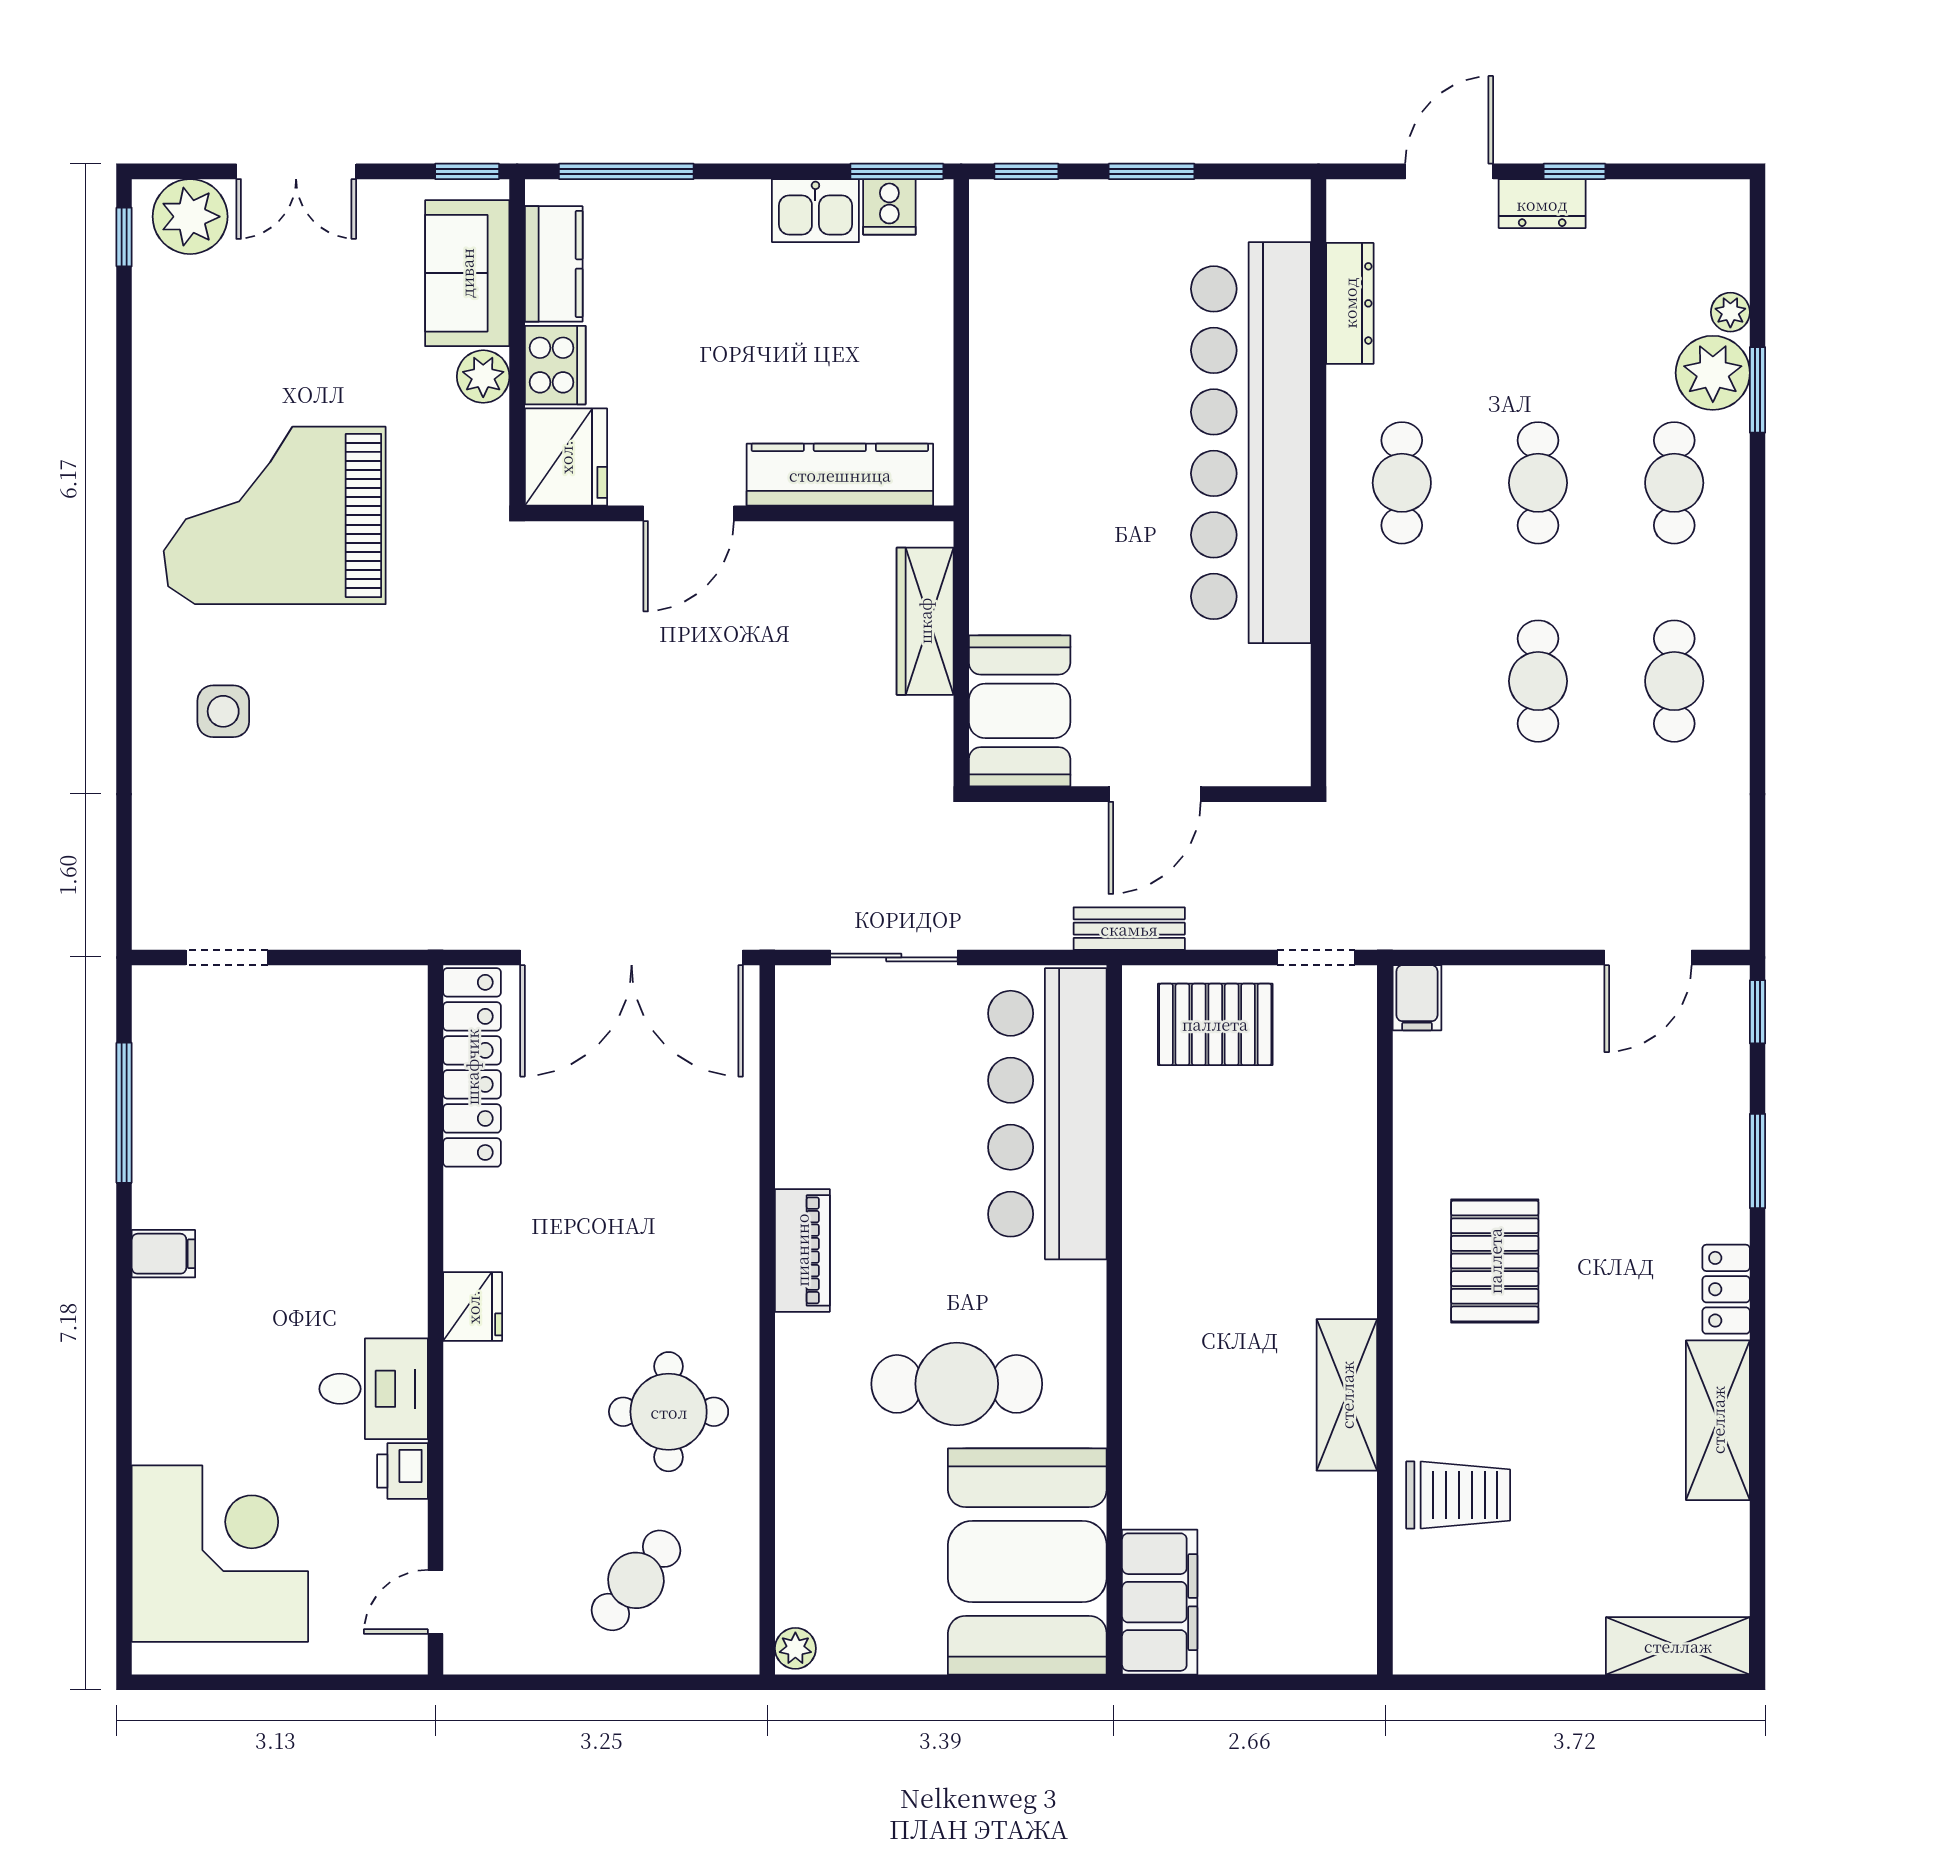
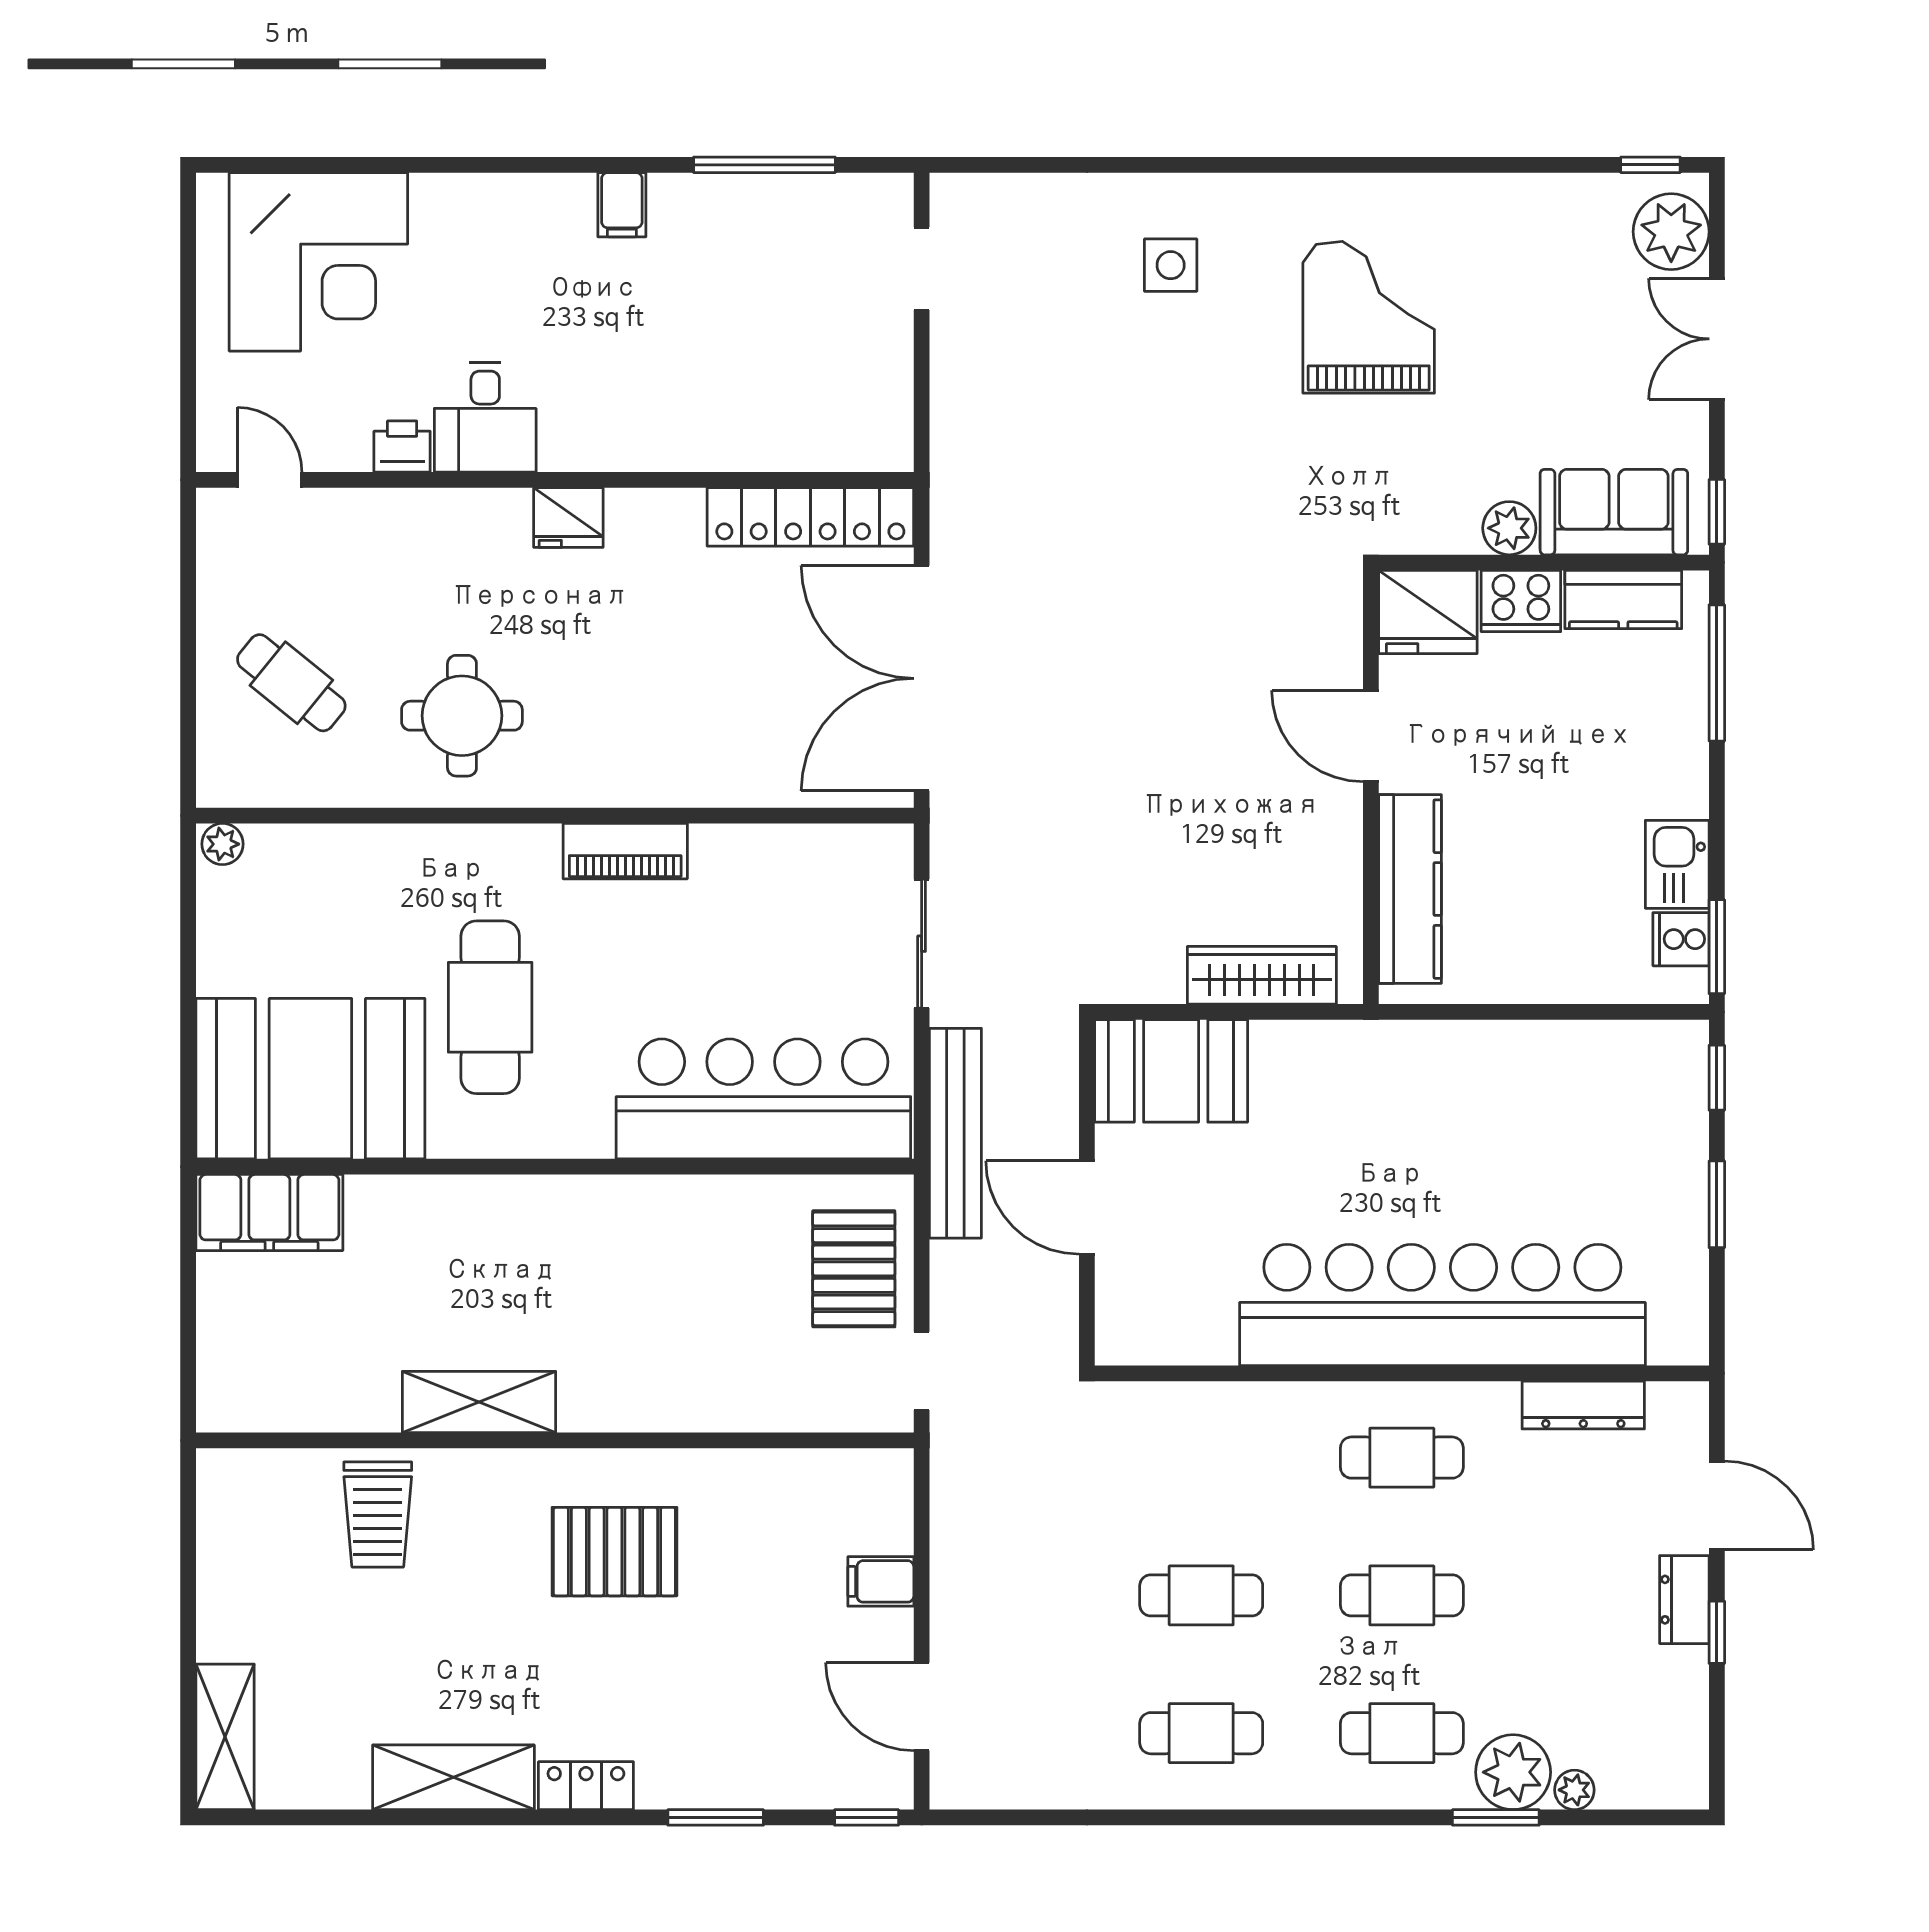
grand piano: (275, 515) -> (1369, 317), width x0.73, depth x0.68
bench: (1129, 929) -> (955, 1133), width x1.86, depth x1.21
filing cabinet: (1417, 998) -> (881, 1581), moved

